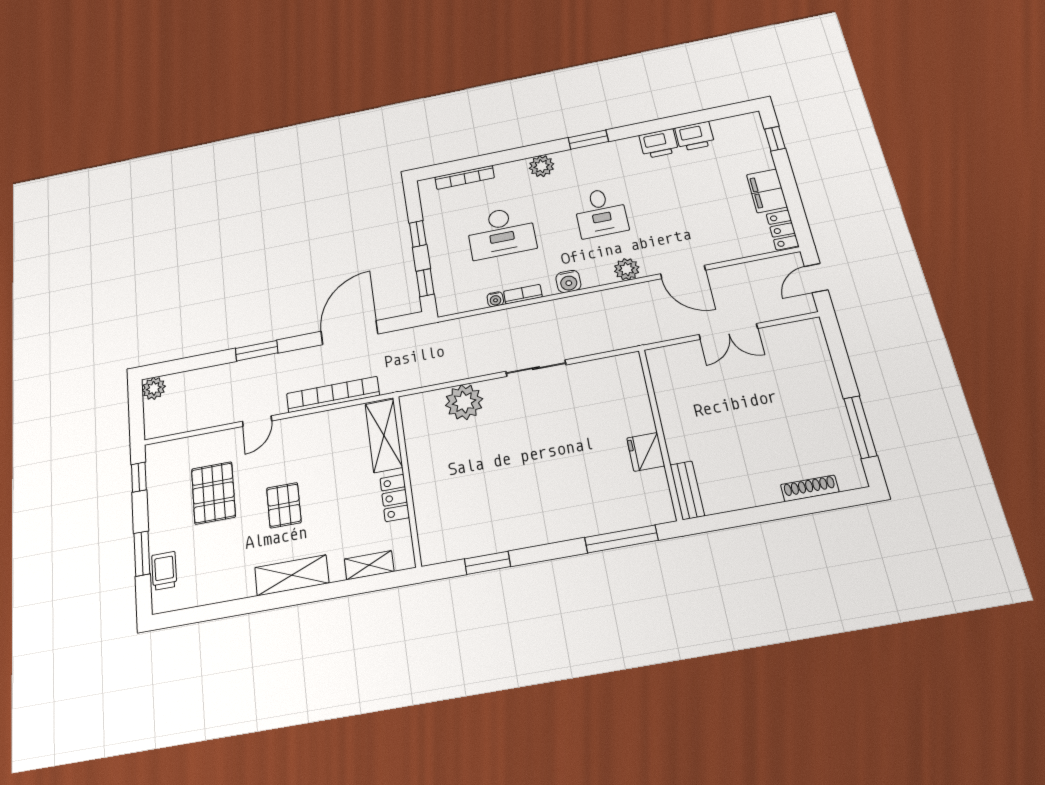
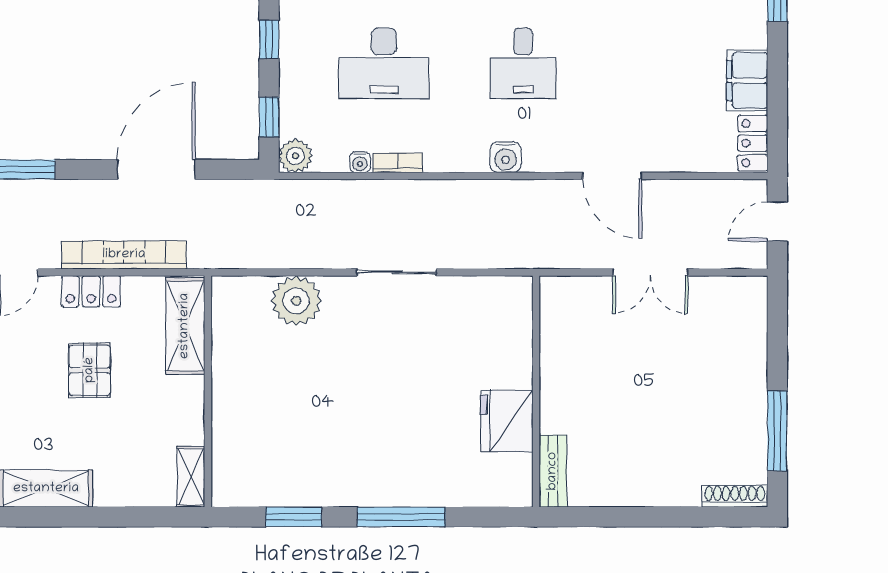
plant: (627, 269) -> (295, 156), moved
water cooler: (568, 281) -> (506, 157), moved
fridge: (646, 452) -> (507, 421), width x1.36, depth x1.34
shoe rack: (810, 488) -> (735, 496), moved
locker: (395, 498) -> (91, 291), moved, turned -90
pallet: (284, 505) -> (90, 370), moved
window: (621, 539) -> (401, 517), moved
shelving: (369, 565) -> (191, 477), moved, turned 90

